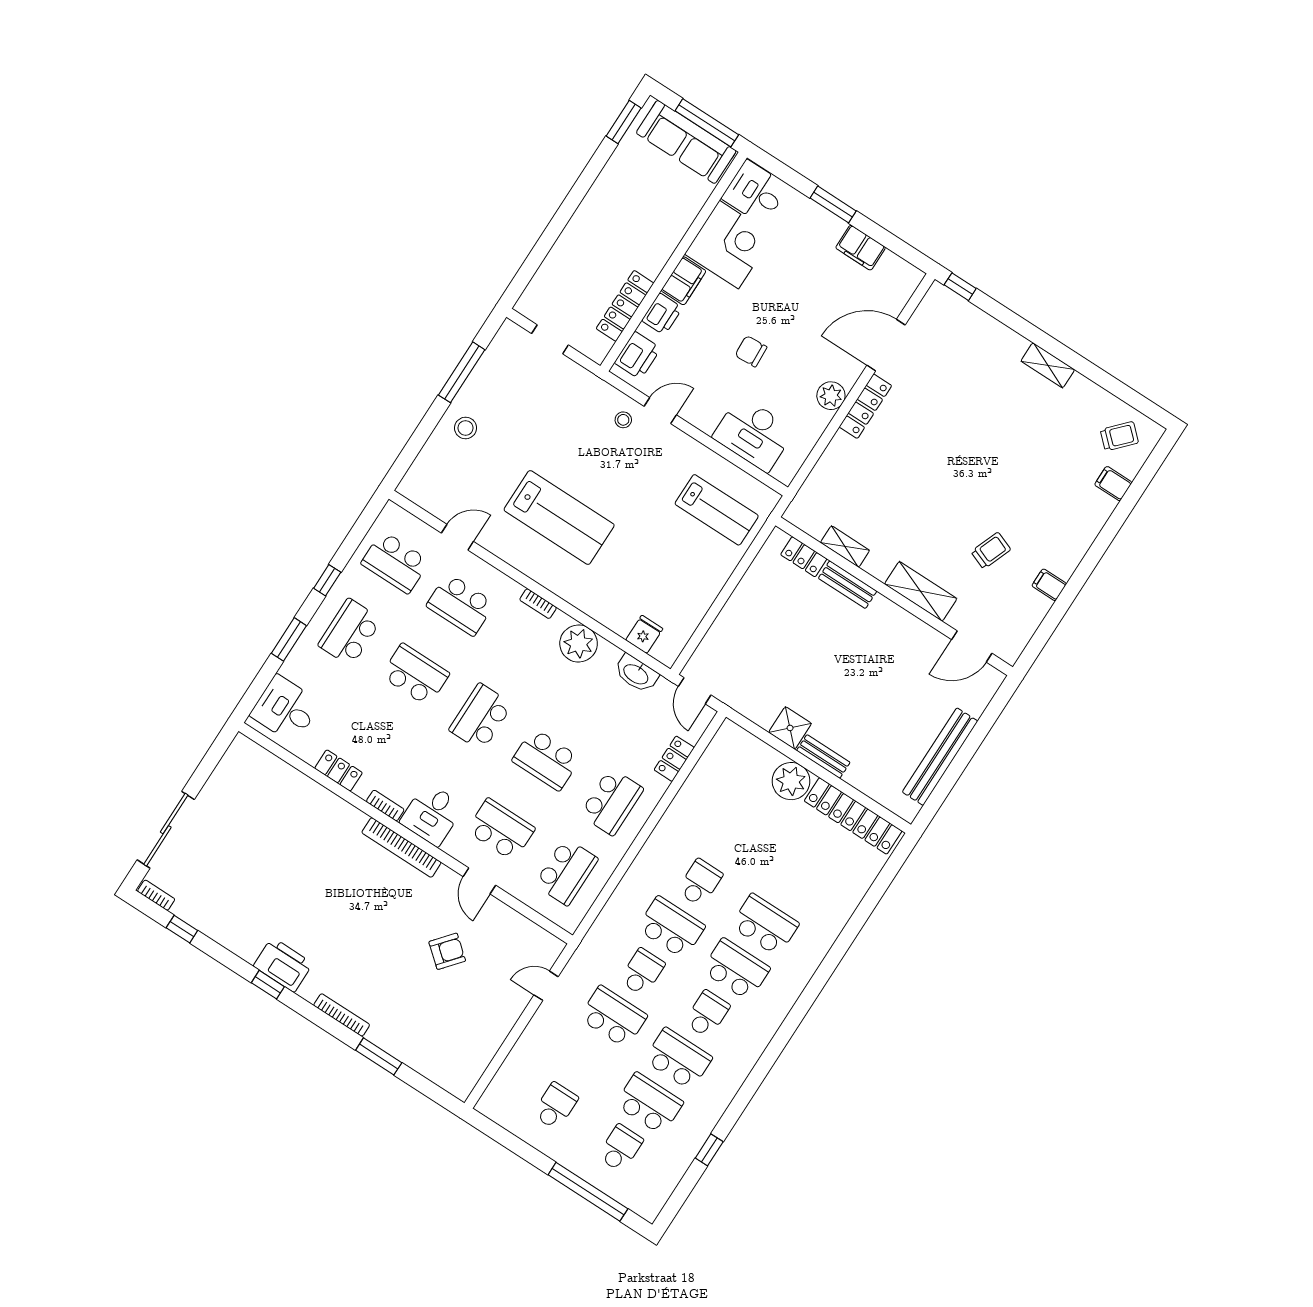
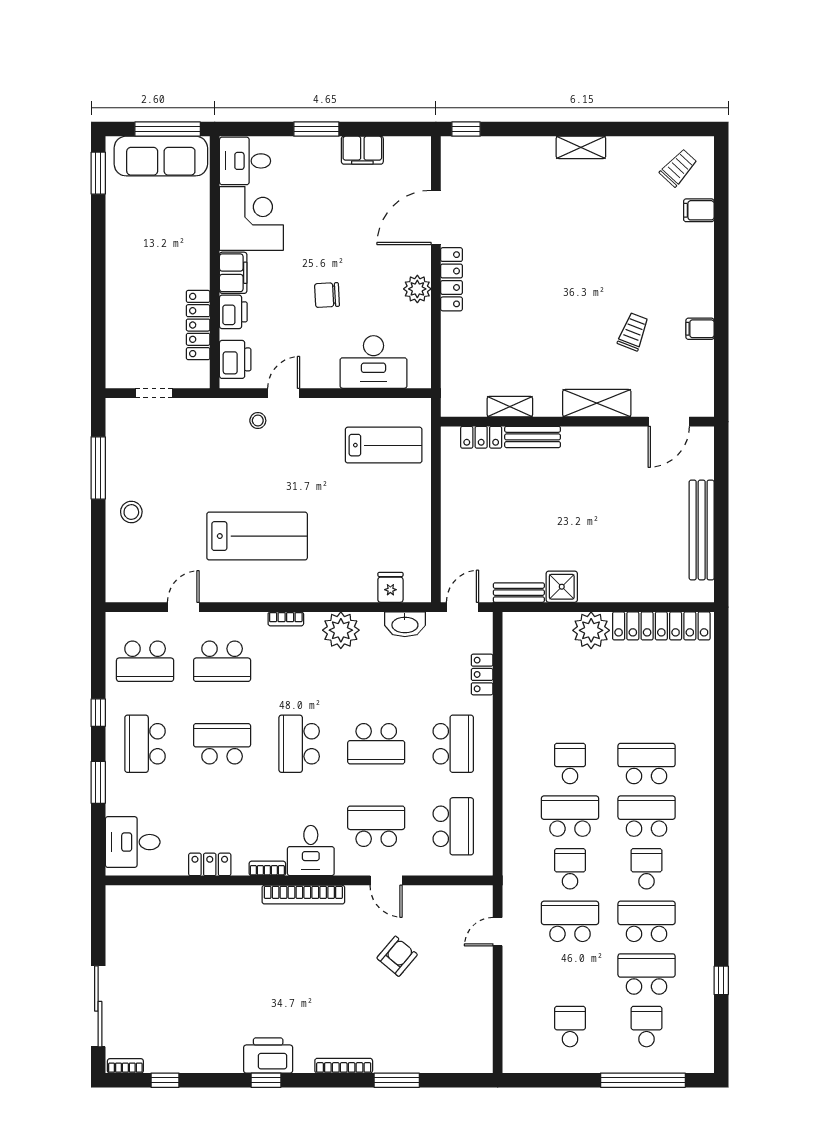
door: (695, 691) -> (463, 607), swing flipped
bench: (823, 756) -> (519, 593), moved

